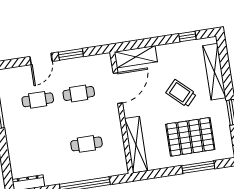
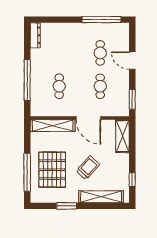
window: (71, 54) -> (132, 99), moved
door: (118, 88) -> (88, 118), moved
window: (198, 167) -> (27, 172), width x1.46

